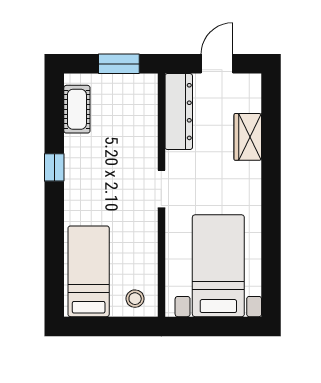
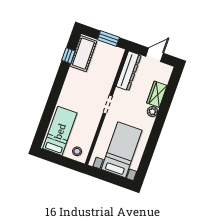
cot: (77, 109) -> (83, 54), width x1.37, depth x1.34
window: (54, 167) -> (68, 56), moved
plant: (251, 173) -> (152, 112), added

